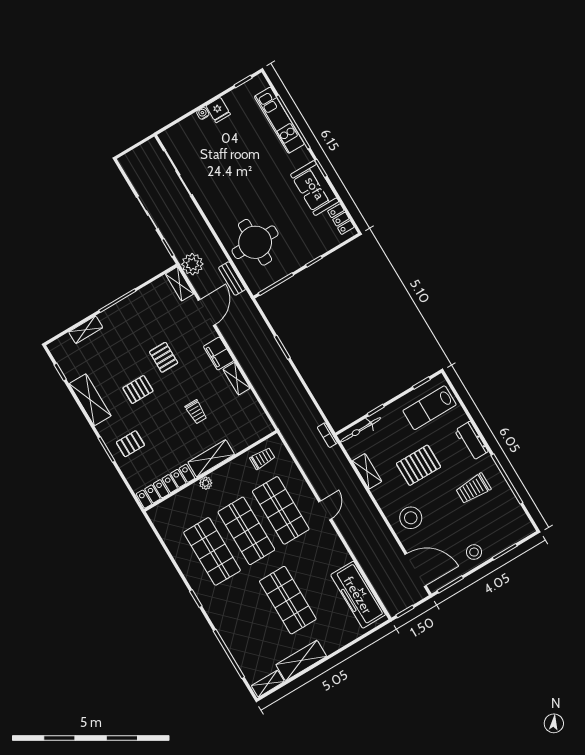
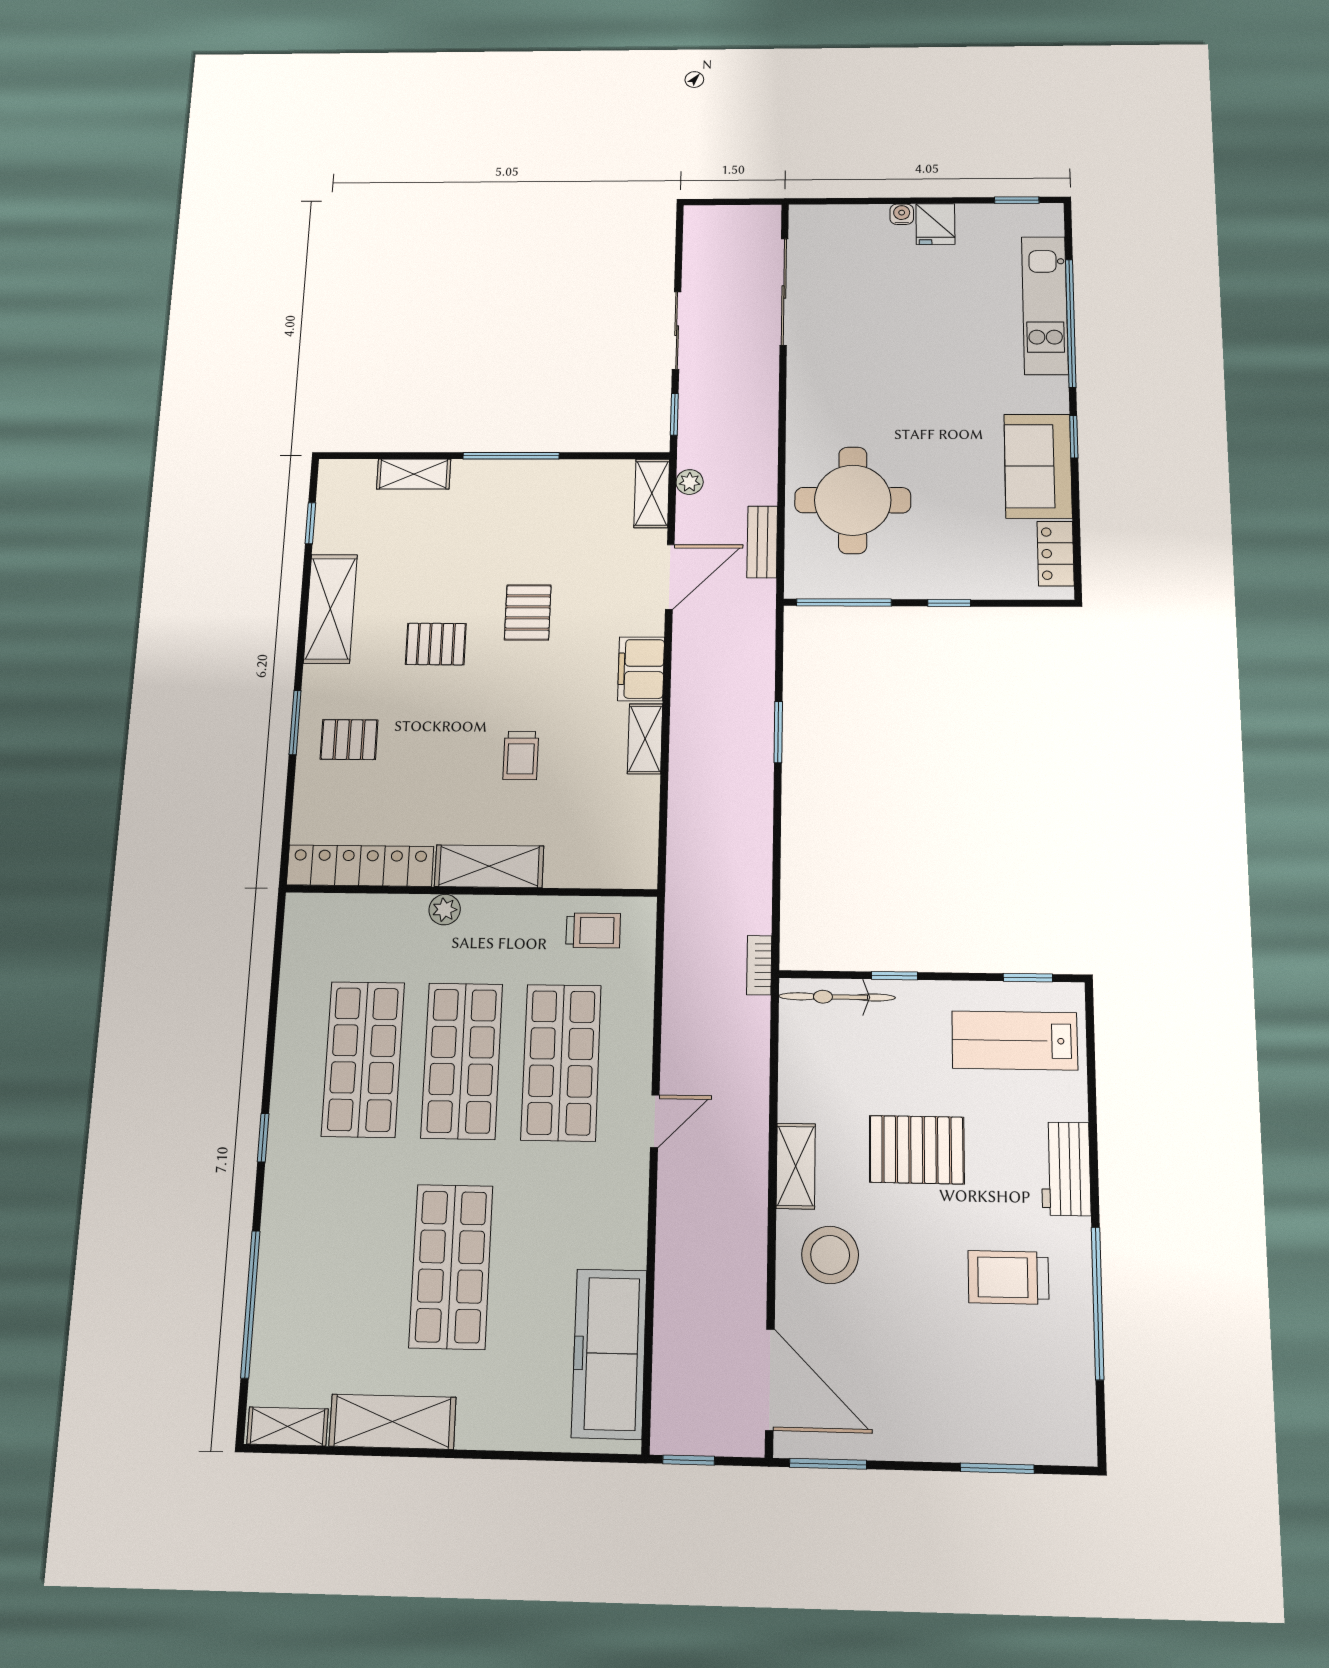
plant: (192, 264) -> (690, 482), width x0.53, depth x0.53
shelving: (367, 471) -> (796, 1166), moved
stool: (474, 552) -> (926, 1424), removed

